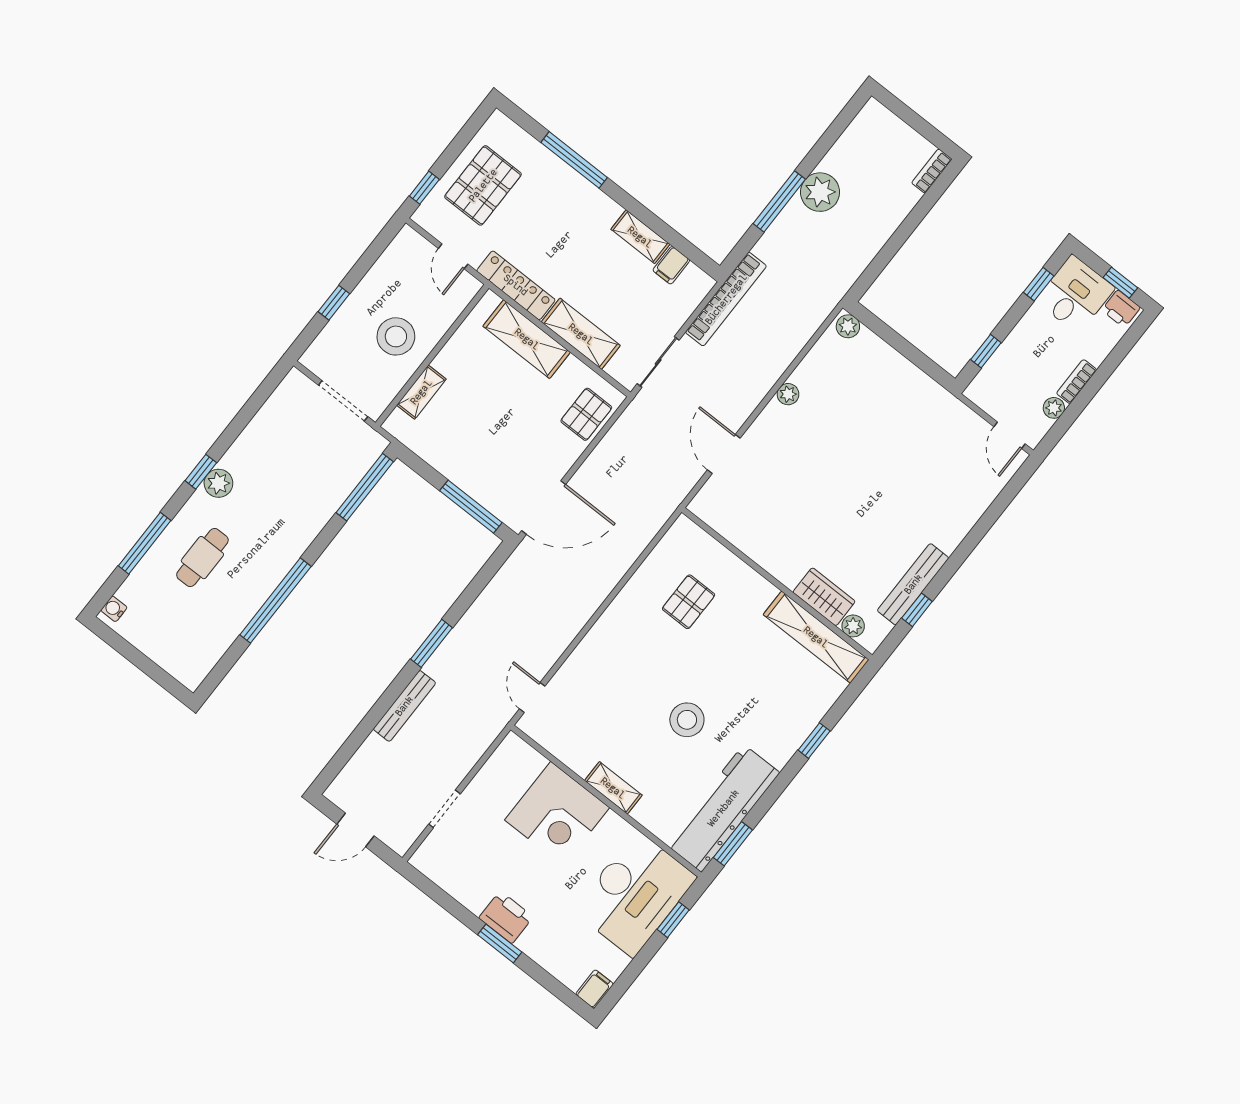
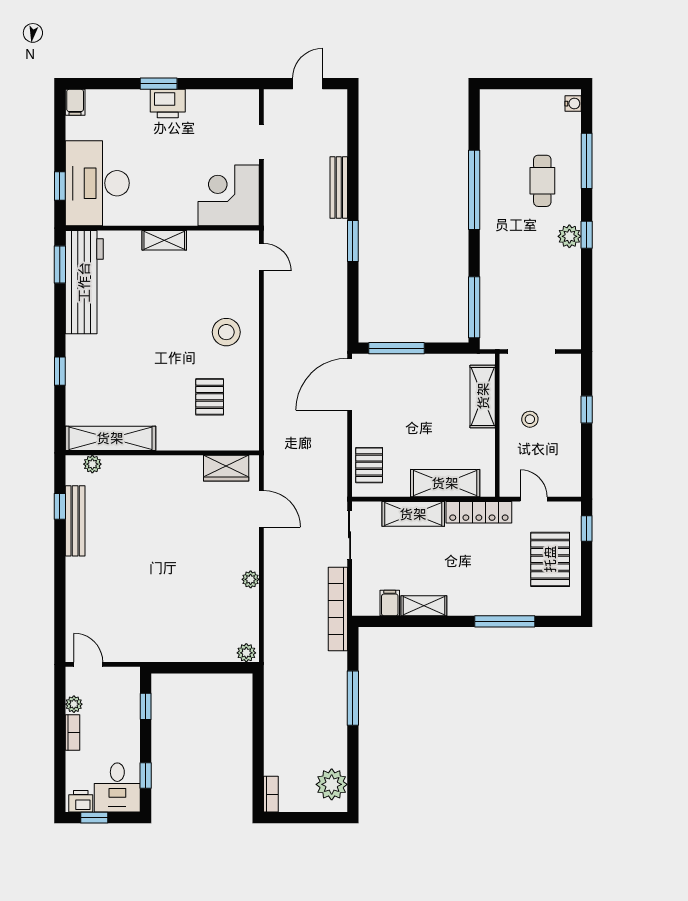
plant: (820, 192) -> (332, 784), moved
stool: (396, 336) -> (530, 419), width x0.53, depth x0.53
shelving: (421, 392) -> (483, 396), width x1.50, depth x1.33
wardrobe: (824, 597) -> (226, 468), moved
stool: (687, 720) -> (226, 332), moved
corner desk: (557, 814) -> (229, 195), moved

